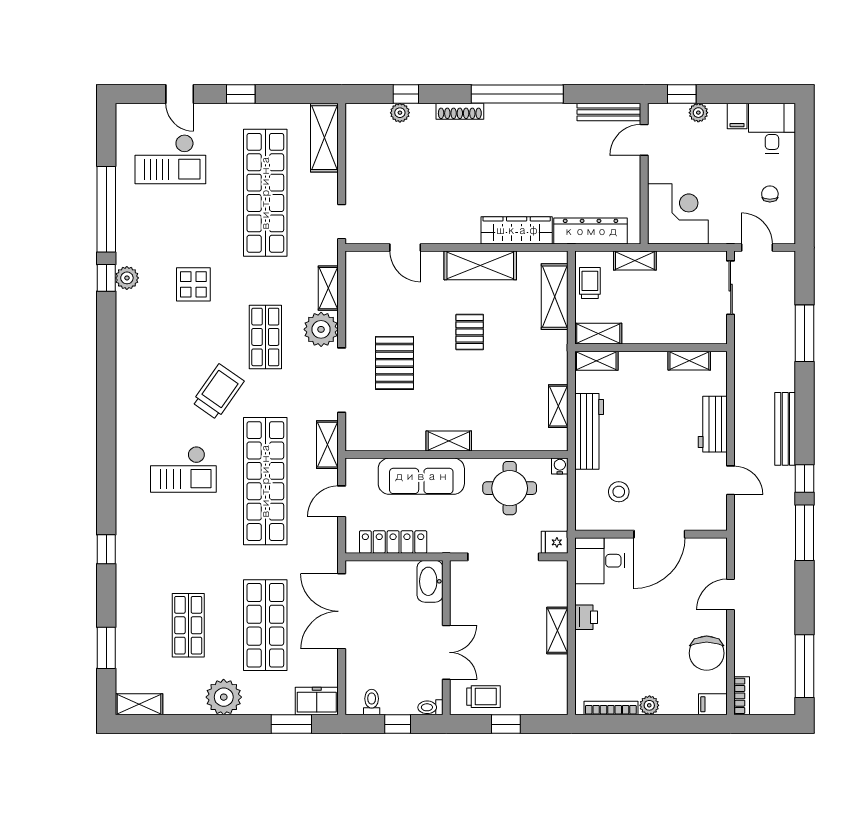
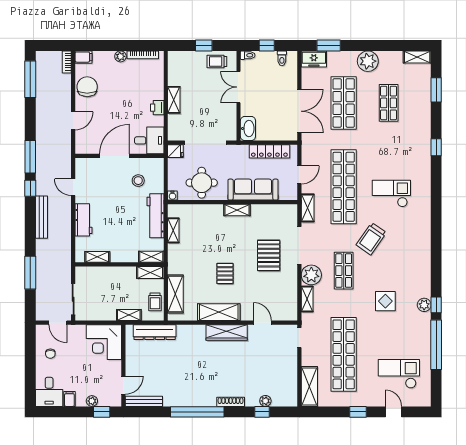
wardrobe: (517, 230) -> (227, 332), moved

